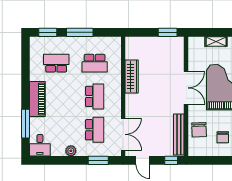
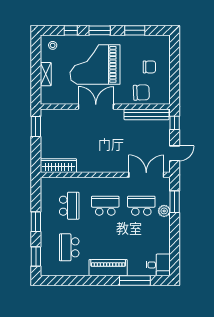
window: (80, 32) -> (36, 222), width x0.69
wardrobe: (132, 76) -> (58, 166), moved
plant: (71, 151) -> (164, 211), moved

